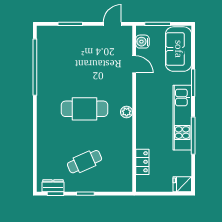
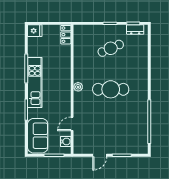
door: (112, 24) -> (100, 155), moved
door: (134, 64) -> (72, 124), hinge flipped
locker: (142, 162) -> (66, 35), moved

